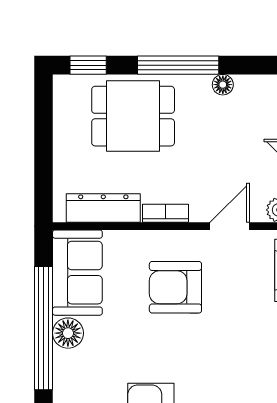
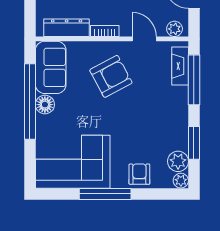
door: (230, 226) -> (144, 39), hinge flipped
armchair: (175, 287) -> (111, 76), turned 152

